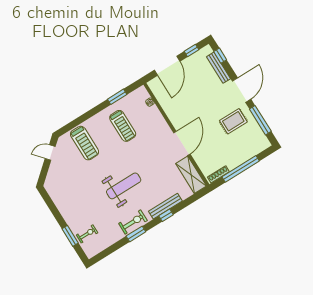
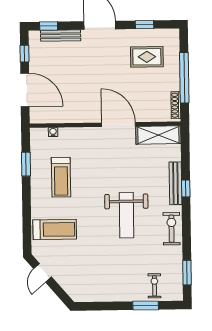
window: (260, 120) -> (145, 25), width x0.46
rug: (233, 121) -> (147, 57), moved, turned 90
treadmill: (123, 126) -> (61, 177), turned 90
weight bench: (124, 186) -> (126, 215), turned 180
window: (136, 234) -> (187, 273), moved

